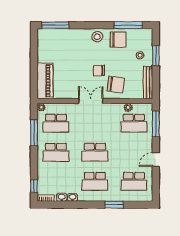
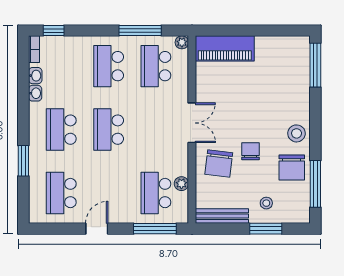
chair: (99, 71) -> (250, 151), moved
door: (156, 159) -> (97, 229), hinge flipped

